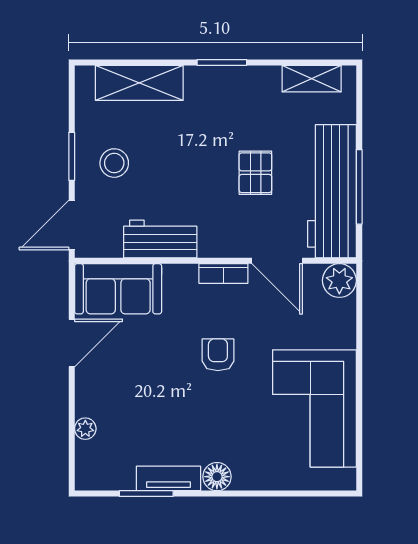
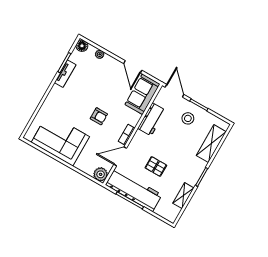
shelving: (312, 79) -> (183, 196), moved
floor lamp: (217, 477) -> (82, 46), moved

